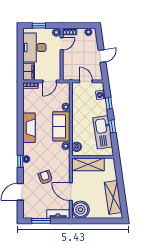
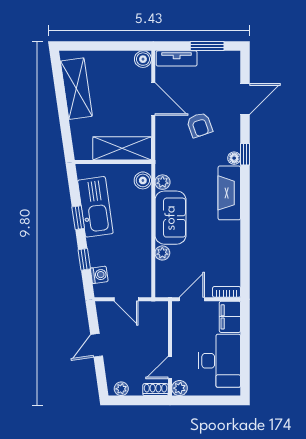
window: (39, 26) -> (211, 400), removed
fireplace: (29, 128) -> (229, 193), moved
boiler: (80, 210) -> (143, 59), width x0.54, depth x0.54

